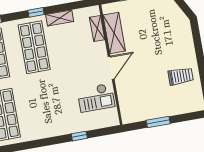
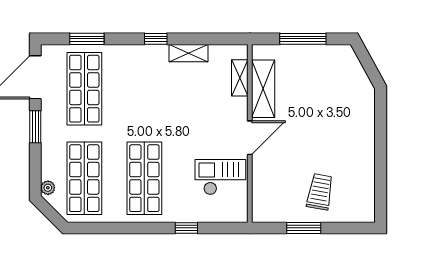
shop shelf: (34, 47) -> (144, 178), moved
trolley: (181, 76) -> (320, 192), moved, turned -80
checkout: (96, 98) -> (220, 177), turned 180

